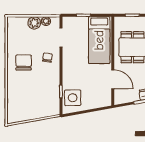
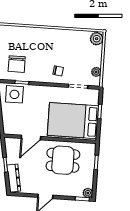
plant: (34, 23) -> (97, 39), moved
bed: (99, 40) -> (73, 121), width x1.50
chair: (24, 62) -> (17, 64), moved, turned 90

